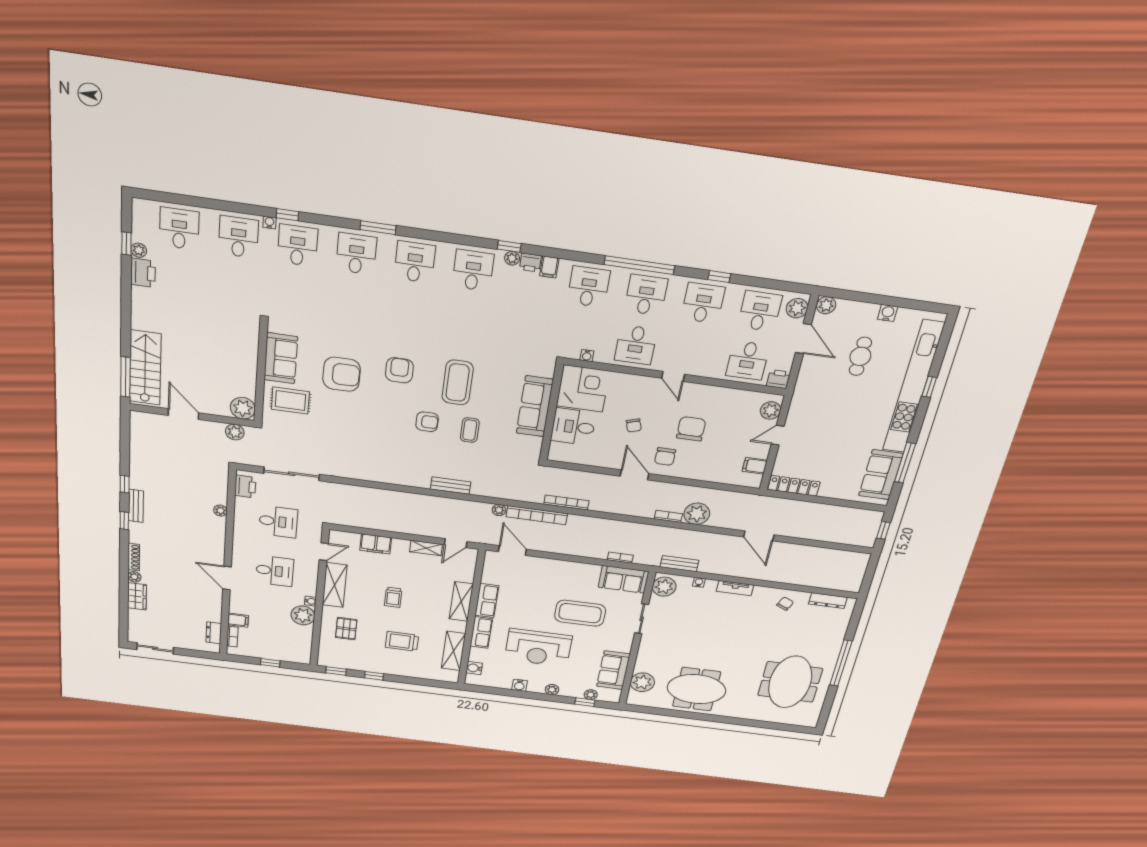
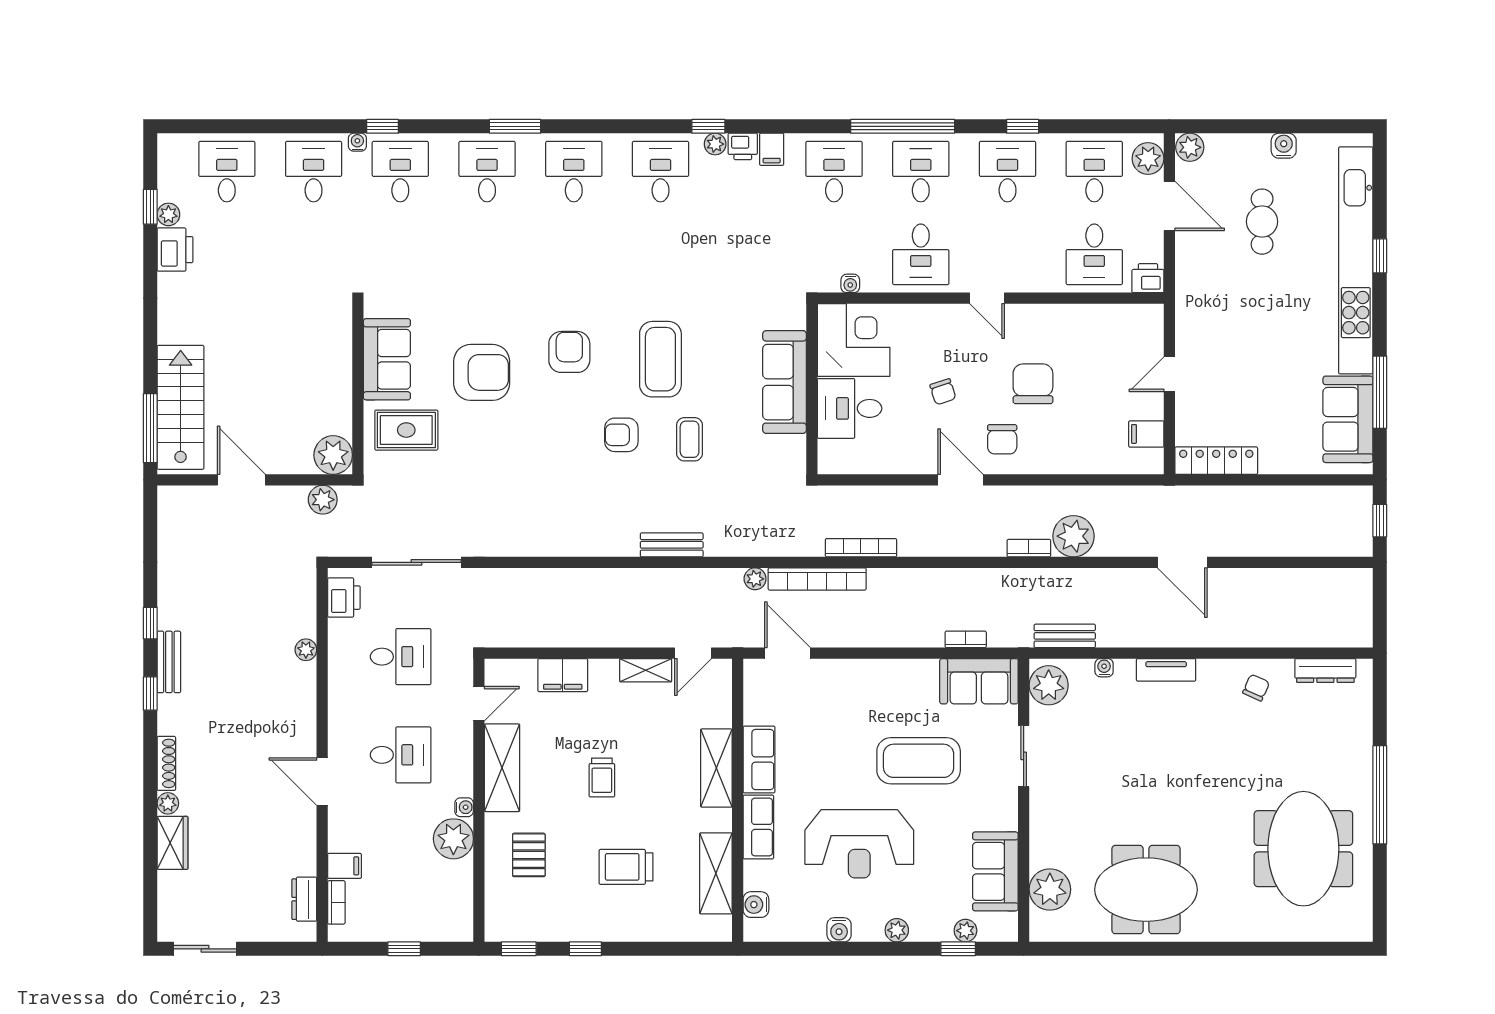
plant: (771, 410) -> (1148, 333), removed
armchair: (427, 422) -> (621, 435), turned 180

